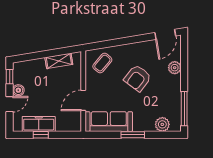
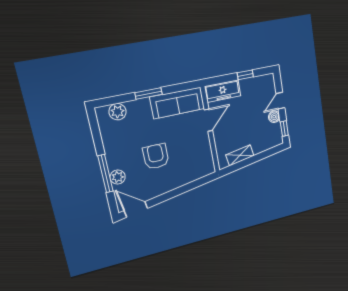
door: (165, 34) -> (136, 209), hinge flipped
coffee table: (102, 63) -> (196, 164), removed
armchair: (138, 78) -> (156, 156), turned -37
window: (184, 109) -> (105, 174), moved
freezer: (39, 124) -> (223, 91), moved

